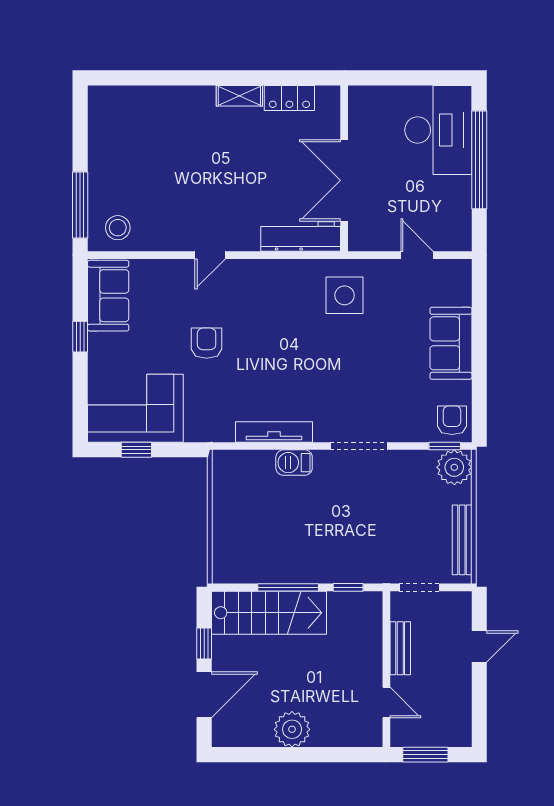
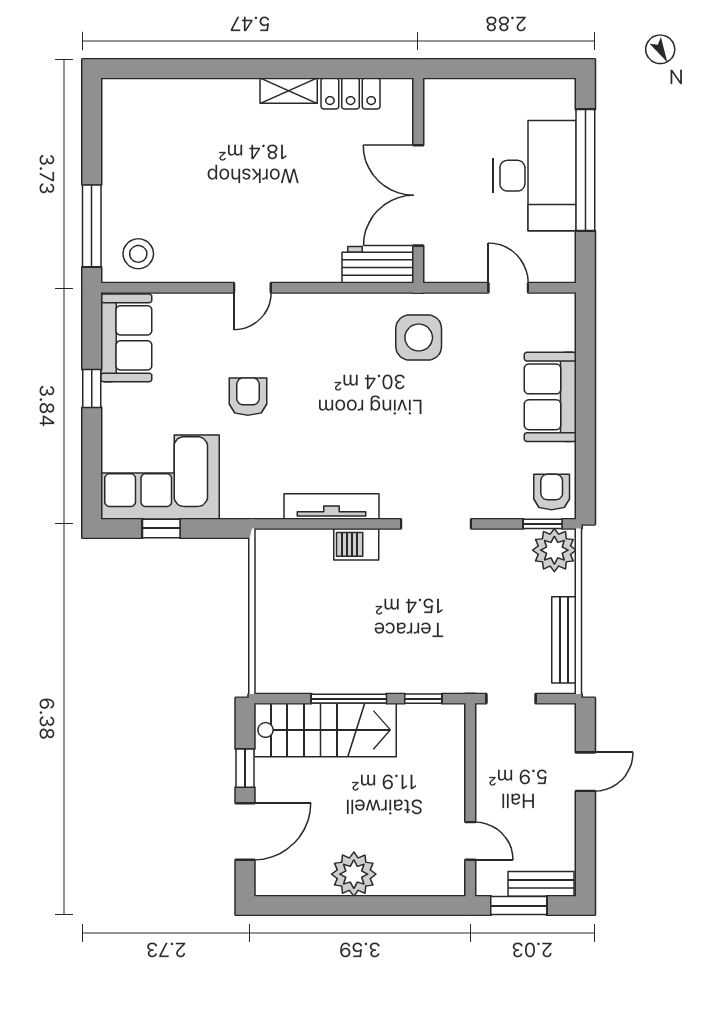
desk: (438, 130) -> (535, 176), moved
workbench: (301, 236) -> (378, 265), width x0.73
bench: (400, 648) -> (541, 884), moved, turned 90

